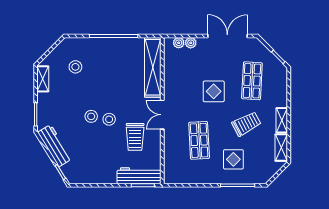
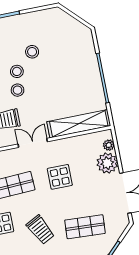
plant: (191, 43) -> (107, 163), width x1.87, depth x1.87
stool: (75, 67) -> (32, 52), moved
shelving: (43, 79) -> (45, 15), removed
display table: (214, 91) -> (60, 177), moved

